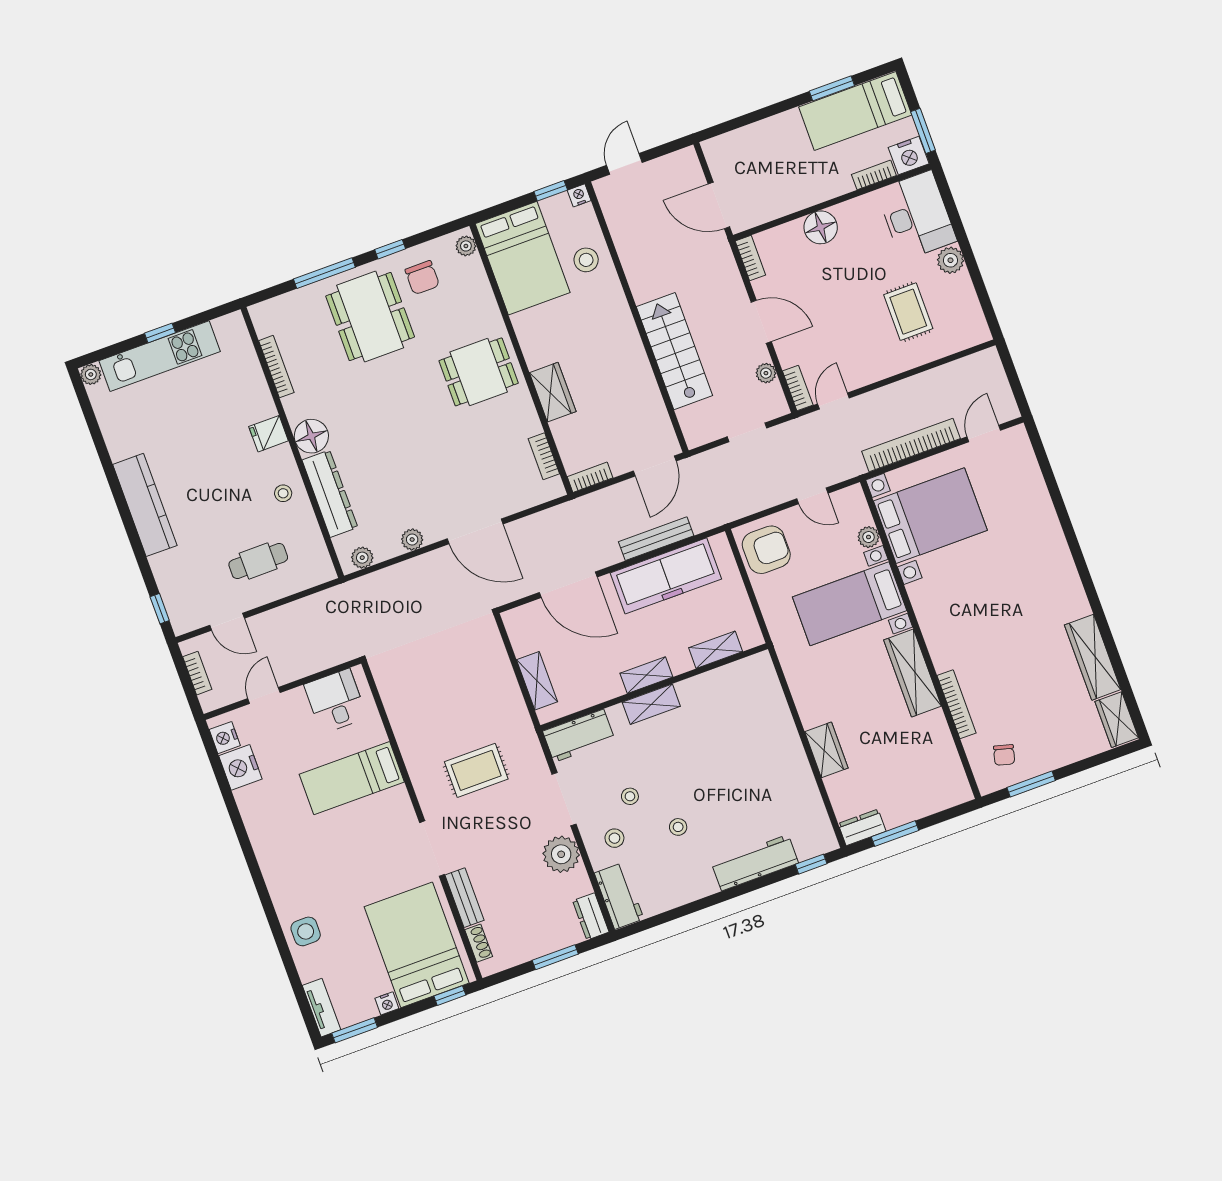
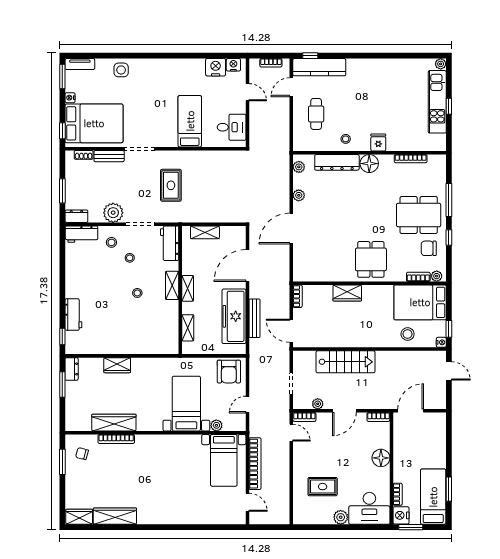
bookcase: (544, 456) -> (418, 277), moved
kitchen counter: (145, 505) -> (319, 67), moved
bed with nightstands: (930, 516) -> (224, 460), width x0.73
wardrobe: (913, 673) -> (114, 423), moved
stool: (678, 827) -> (137, 293), moved
workbench: (755, 863) -> (73, 315), width x0.73

